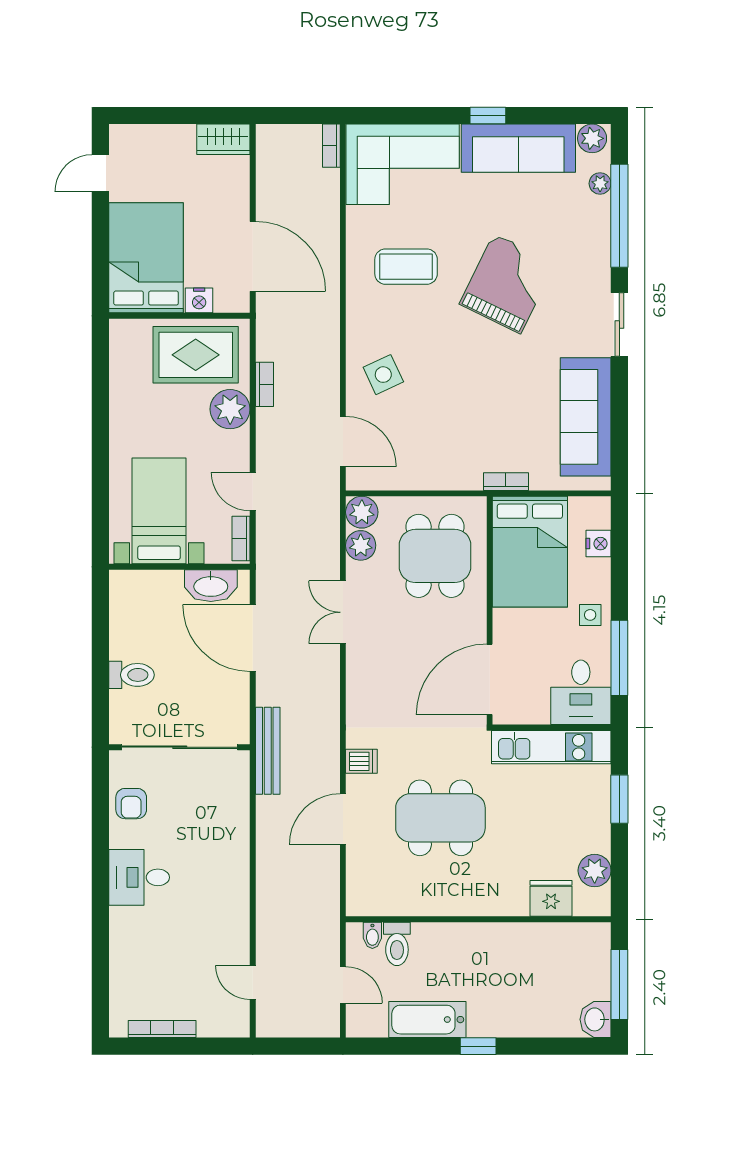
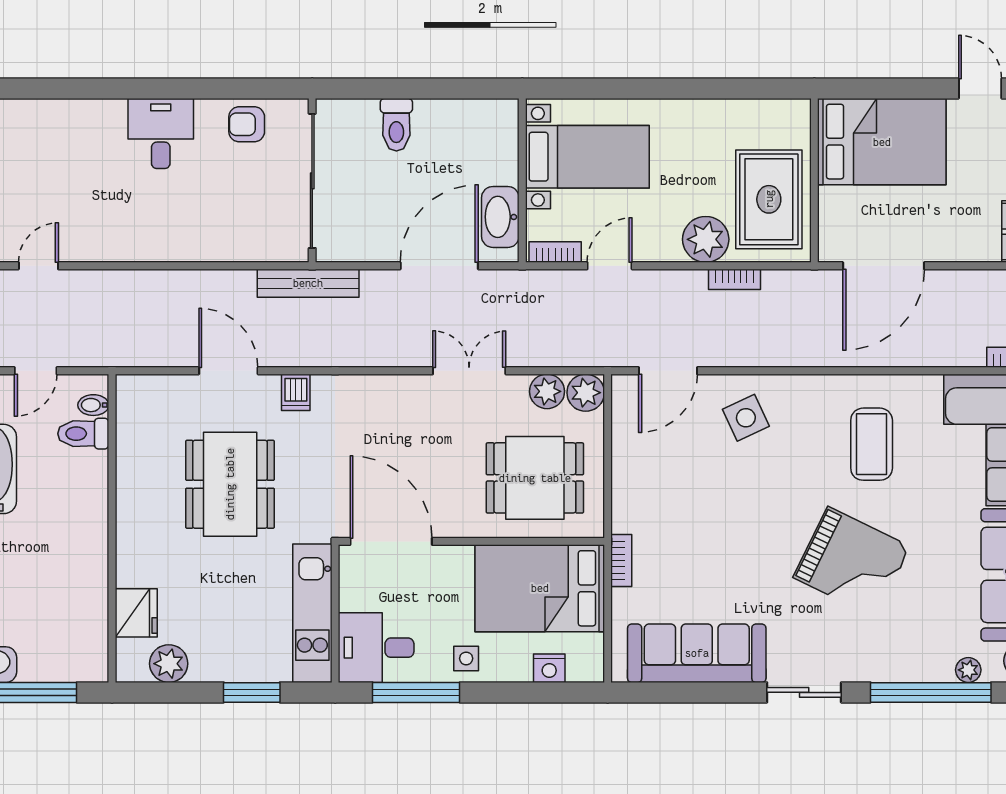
nightstand: (199, 300) -> (832, 203), removed

